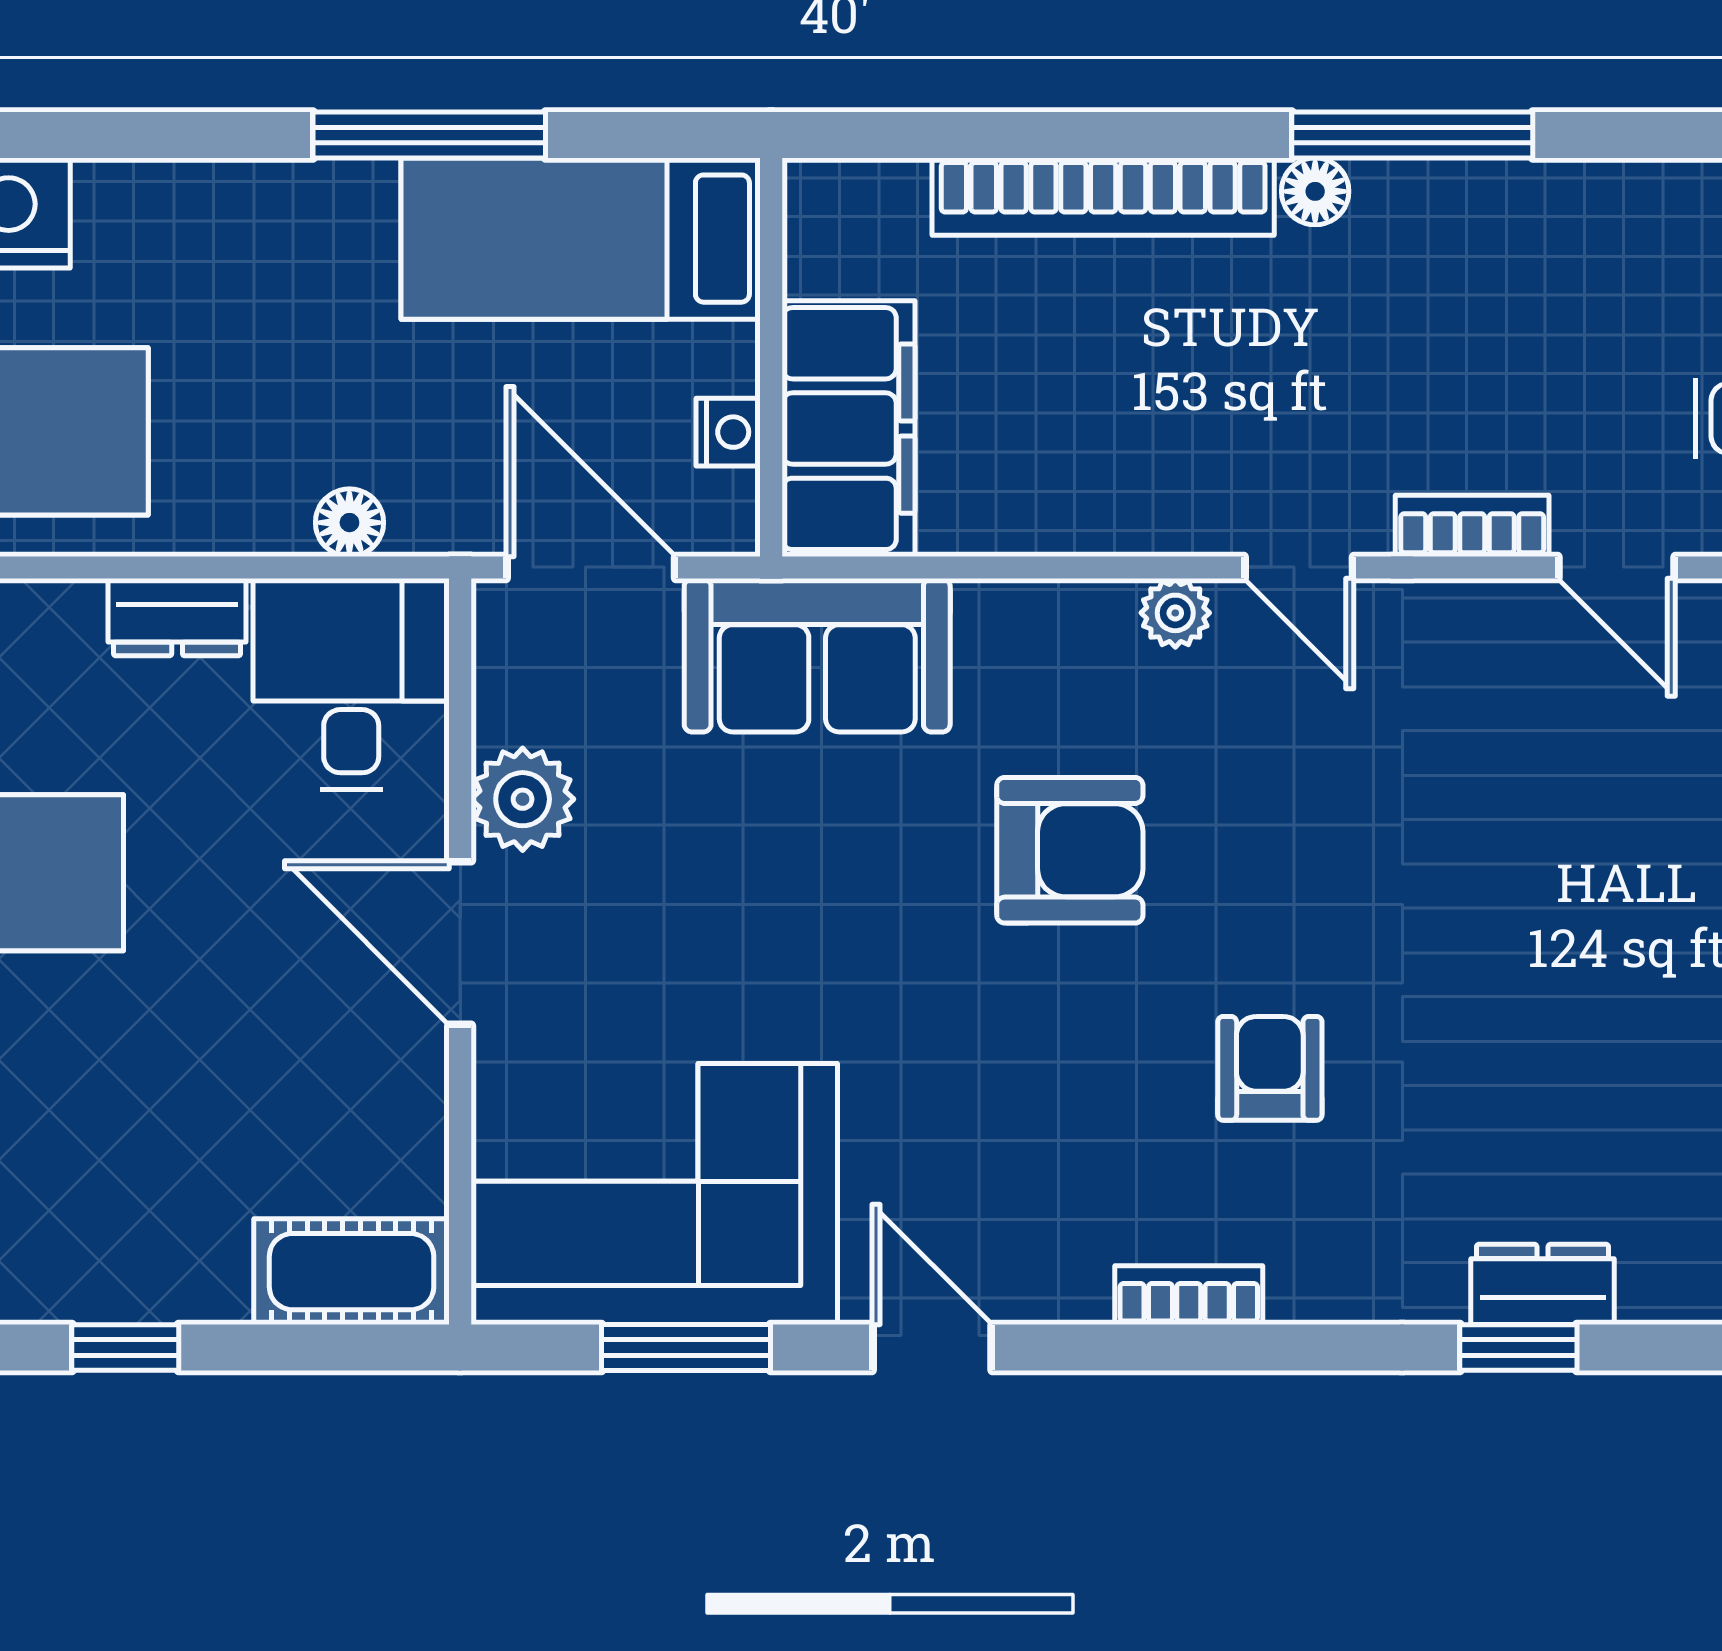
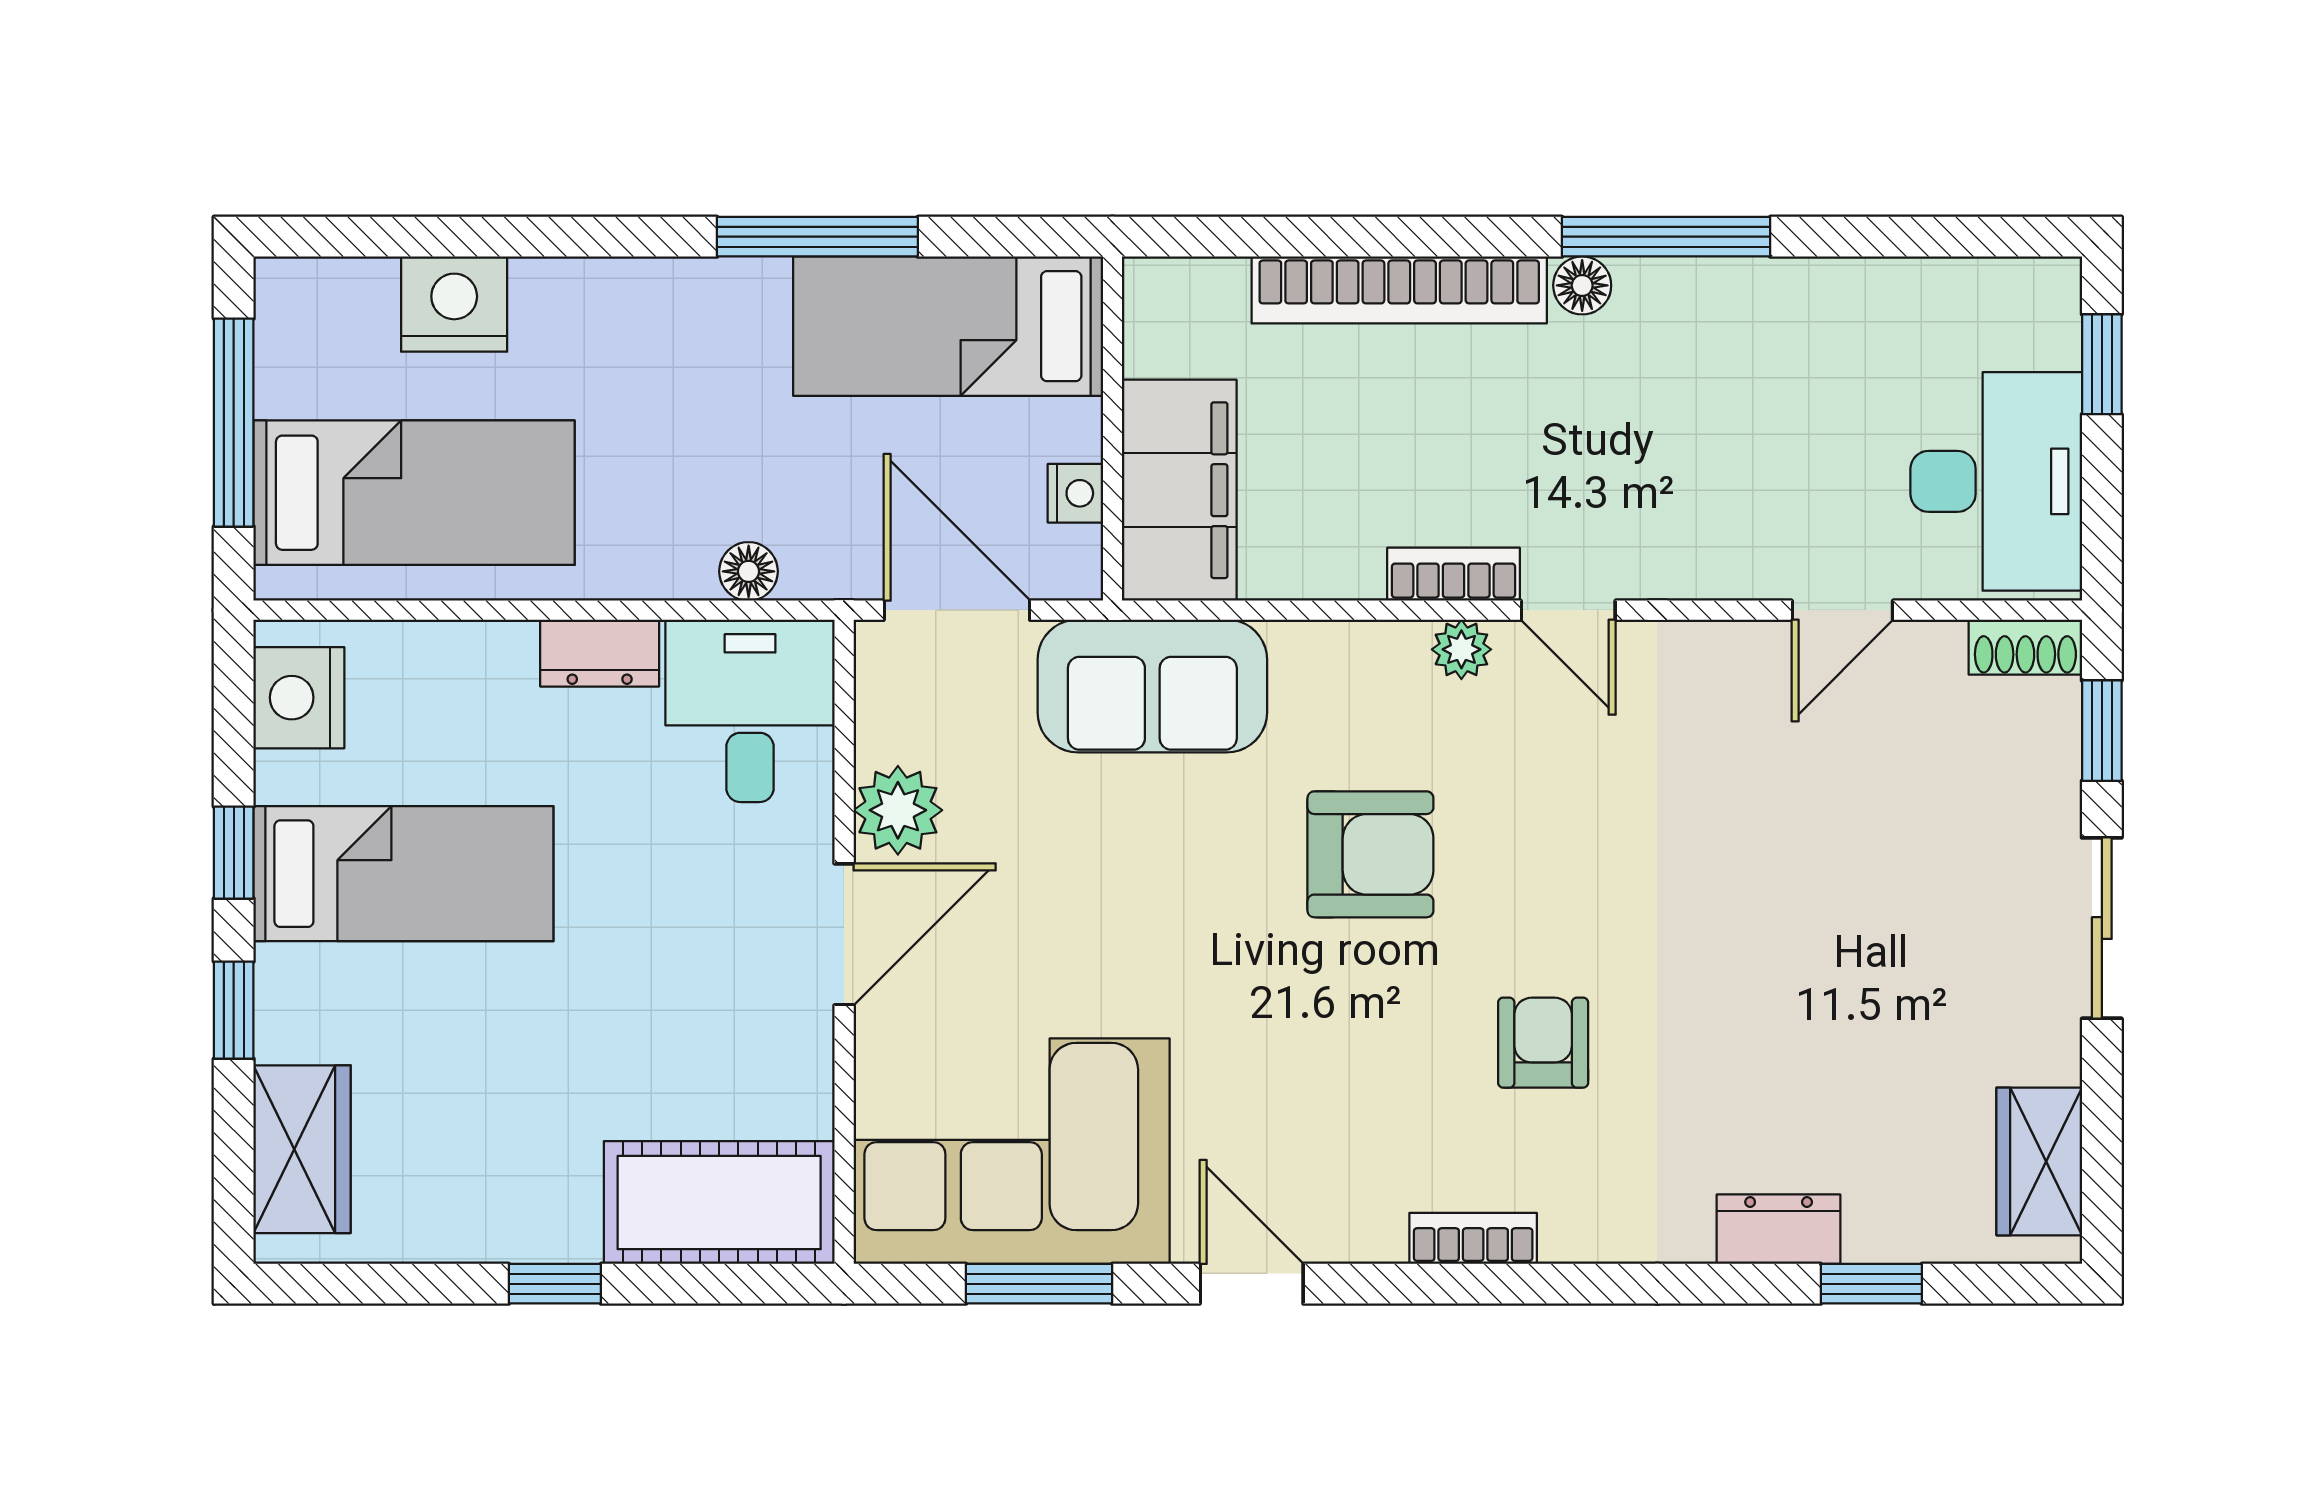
bookcase: (1472, 526) -> (1453, 574), moved
door: (1616, 567) -> (1842, 610), hinge flipped
door: (460, 943) -> (844, 934), swing flipped
cot: (352, 1272) -> (719, 1203), width x1.37, depth x1.34
window: (1518, 1348) -> (1871, 1284), moved

